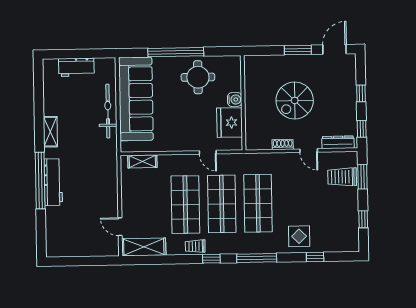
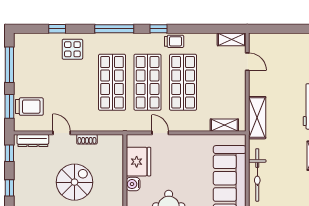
shelving: (109, 170) -> (257, 118), added
window: (363, 219) -> (9, 65), width x2.17
shelving: (144, 247) -> (232, 39), width x0.67, depth x0.75

